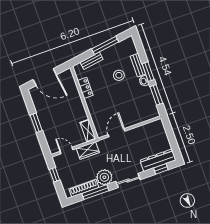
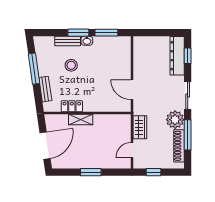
shelving: (88, 131) -> (81, 120), moved

